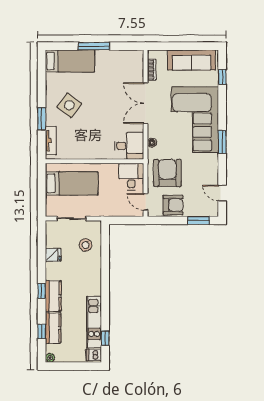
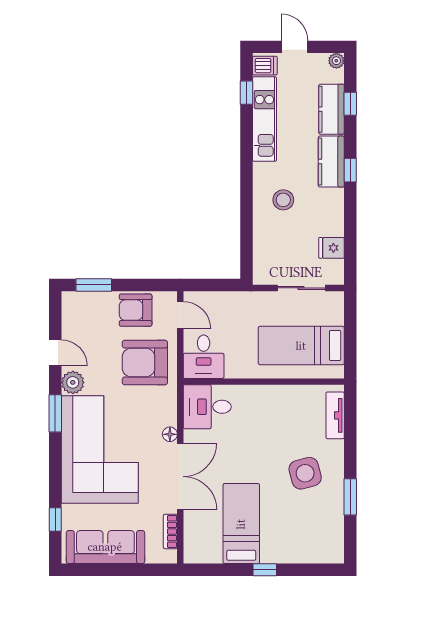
window: (94, 46) -> (265, 570), width x0.46
bed: (70, 61) -> (241, 524), moved, turned 90
side table: (69, 105) -> (305, 473), turned 38
window: (42, 119) -> (350, 497), moved
floor lamp: (152, 143) -> (170, 434), moved
plant: (211, 161) -> (73, 382), added
armchair: (167, 173) -> (145, 362), turned 90
door: (222, 193) -> (55, 353), moved
stool: (86, 245) -> (283, 200), moved
fridge: (53, 255) -> (331, 248), moved
door: (76, 366) -> (295, 47), added

